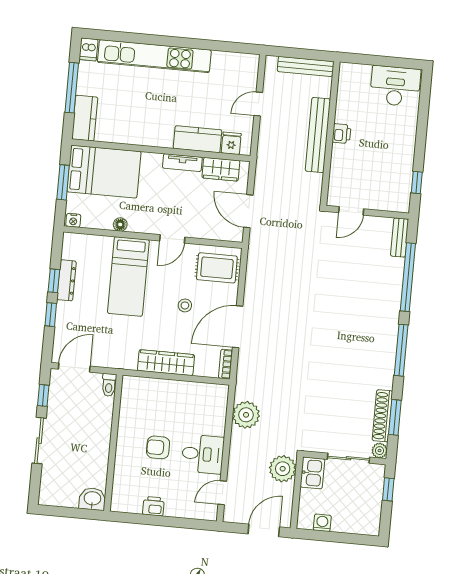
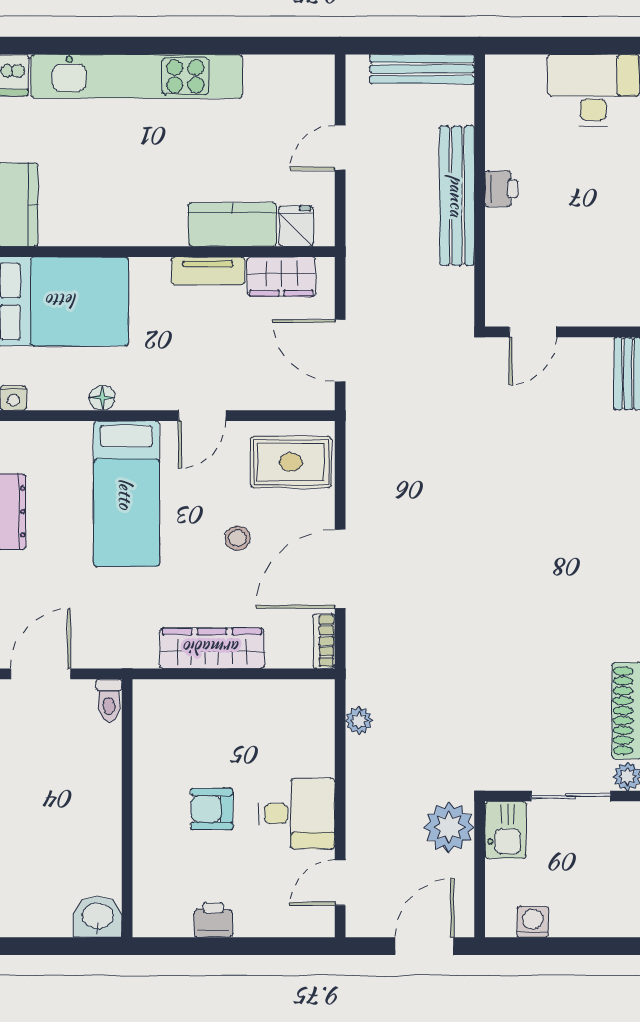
plant: (246, 415) -> (359, 720), width x0.53, depth x0.53

